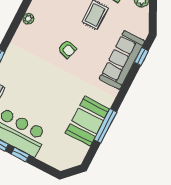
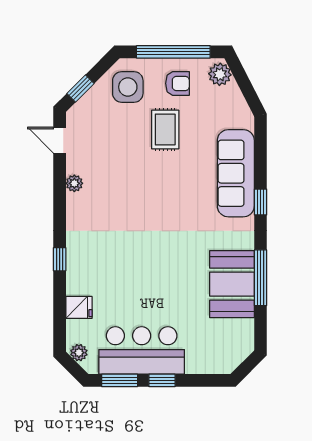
armchair: (67, 49) -> (151, 197), removed
window: (141, 57) -> (261, 202), moved

